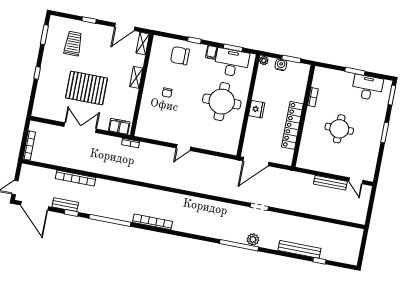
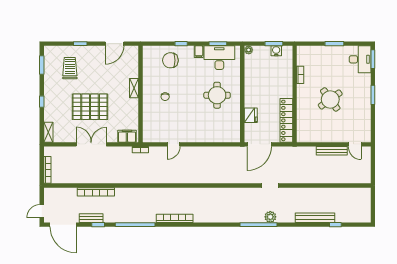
shelving: (143, 44) -> (48, 132), moved
water cooler: (281, 65) -> (276, 51), moved
desk: (367, 88) -> (360, 59), moved, turned 90
round table: (222, 102) -> (217, 95), width x0.73, depth x0.73
fridge: (257, 109) -> (251, 115), moved
locker: (292, 125) -> (286, 120), moved
round table: (339, 129) -> (330, 99), turned -36
door: (183, 148) -> (174, 144), moved

